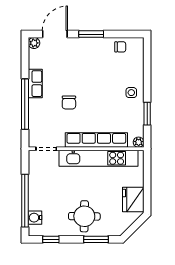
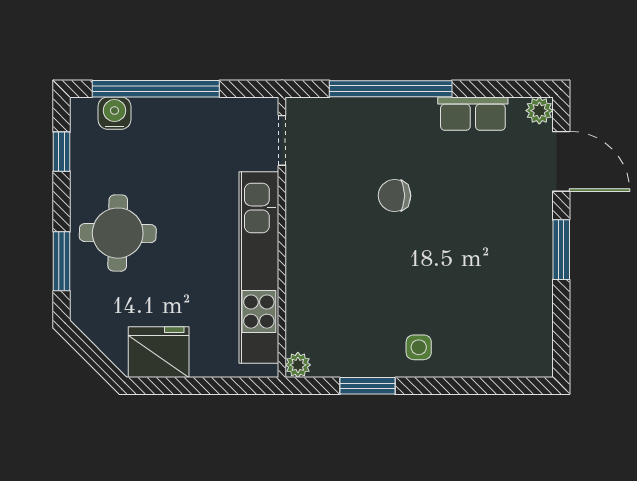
chair: (120, 47) -> (530, 320), removed
row of seats: (35, 84) -> (473, 114), moved
row of seats: (96, 140) -> (303, 262), removed

